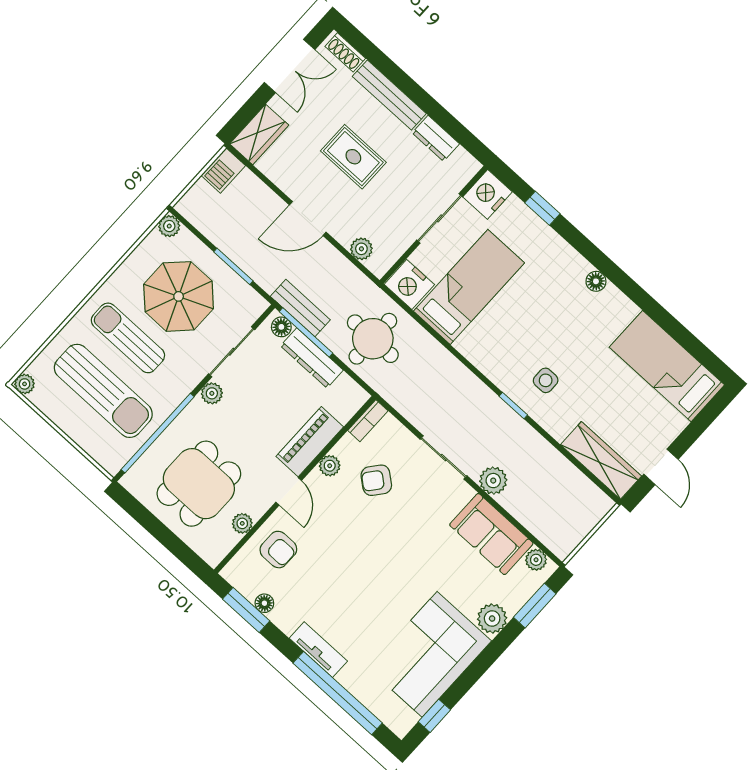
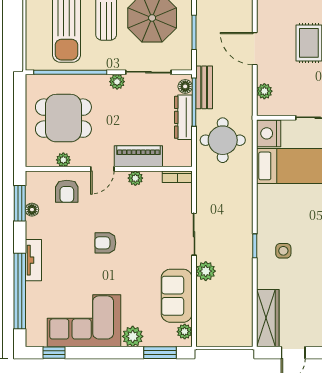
armchair: (376, 480) -> (105, 243), moved, turned -39

